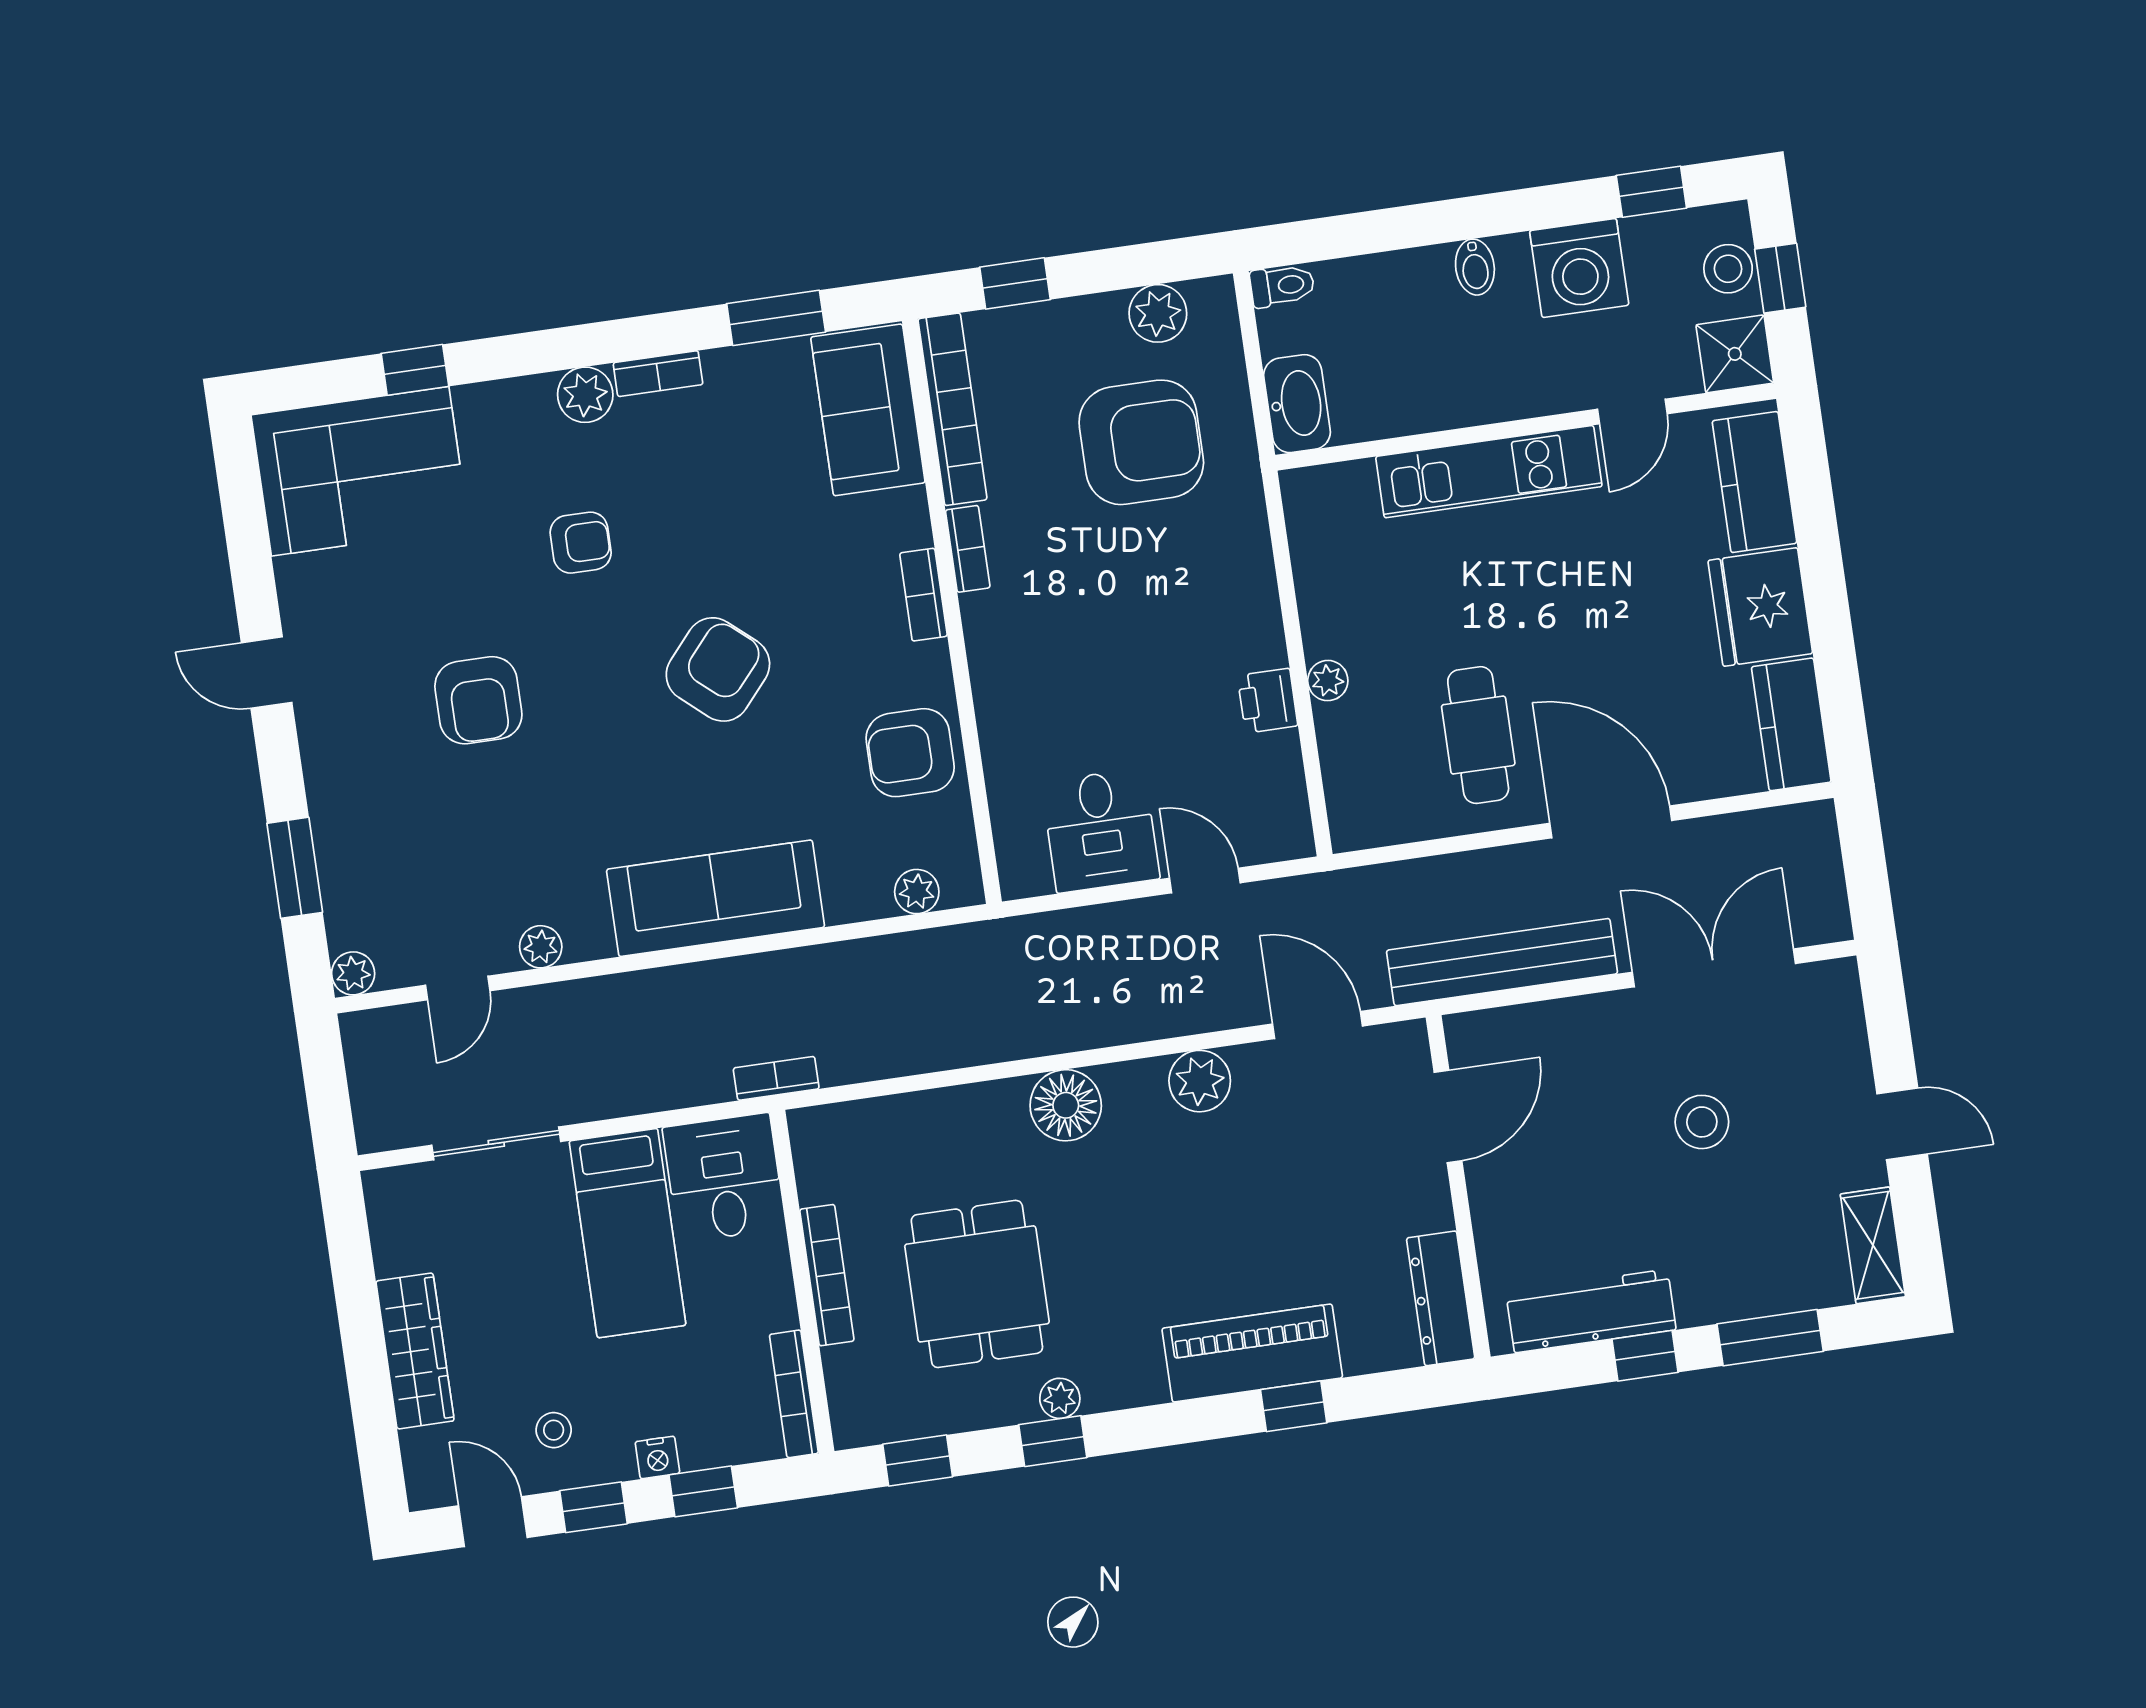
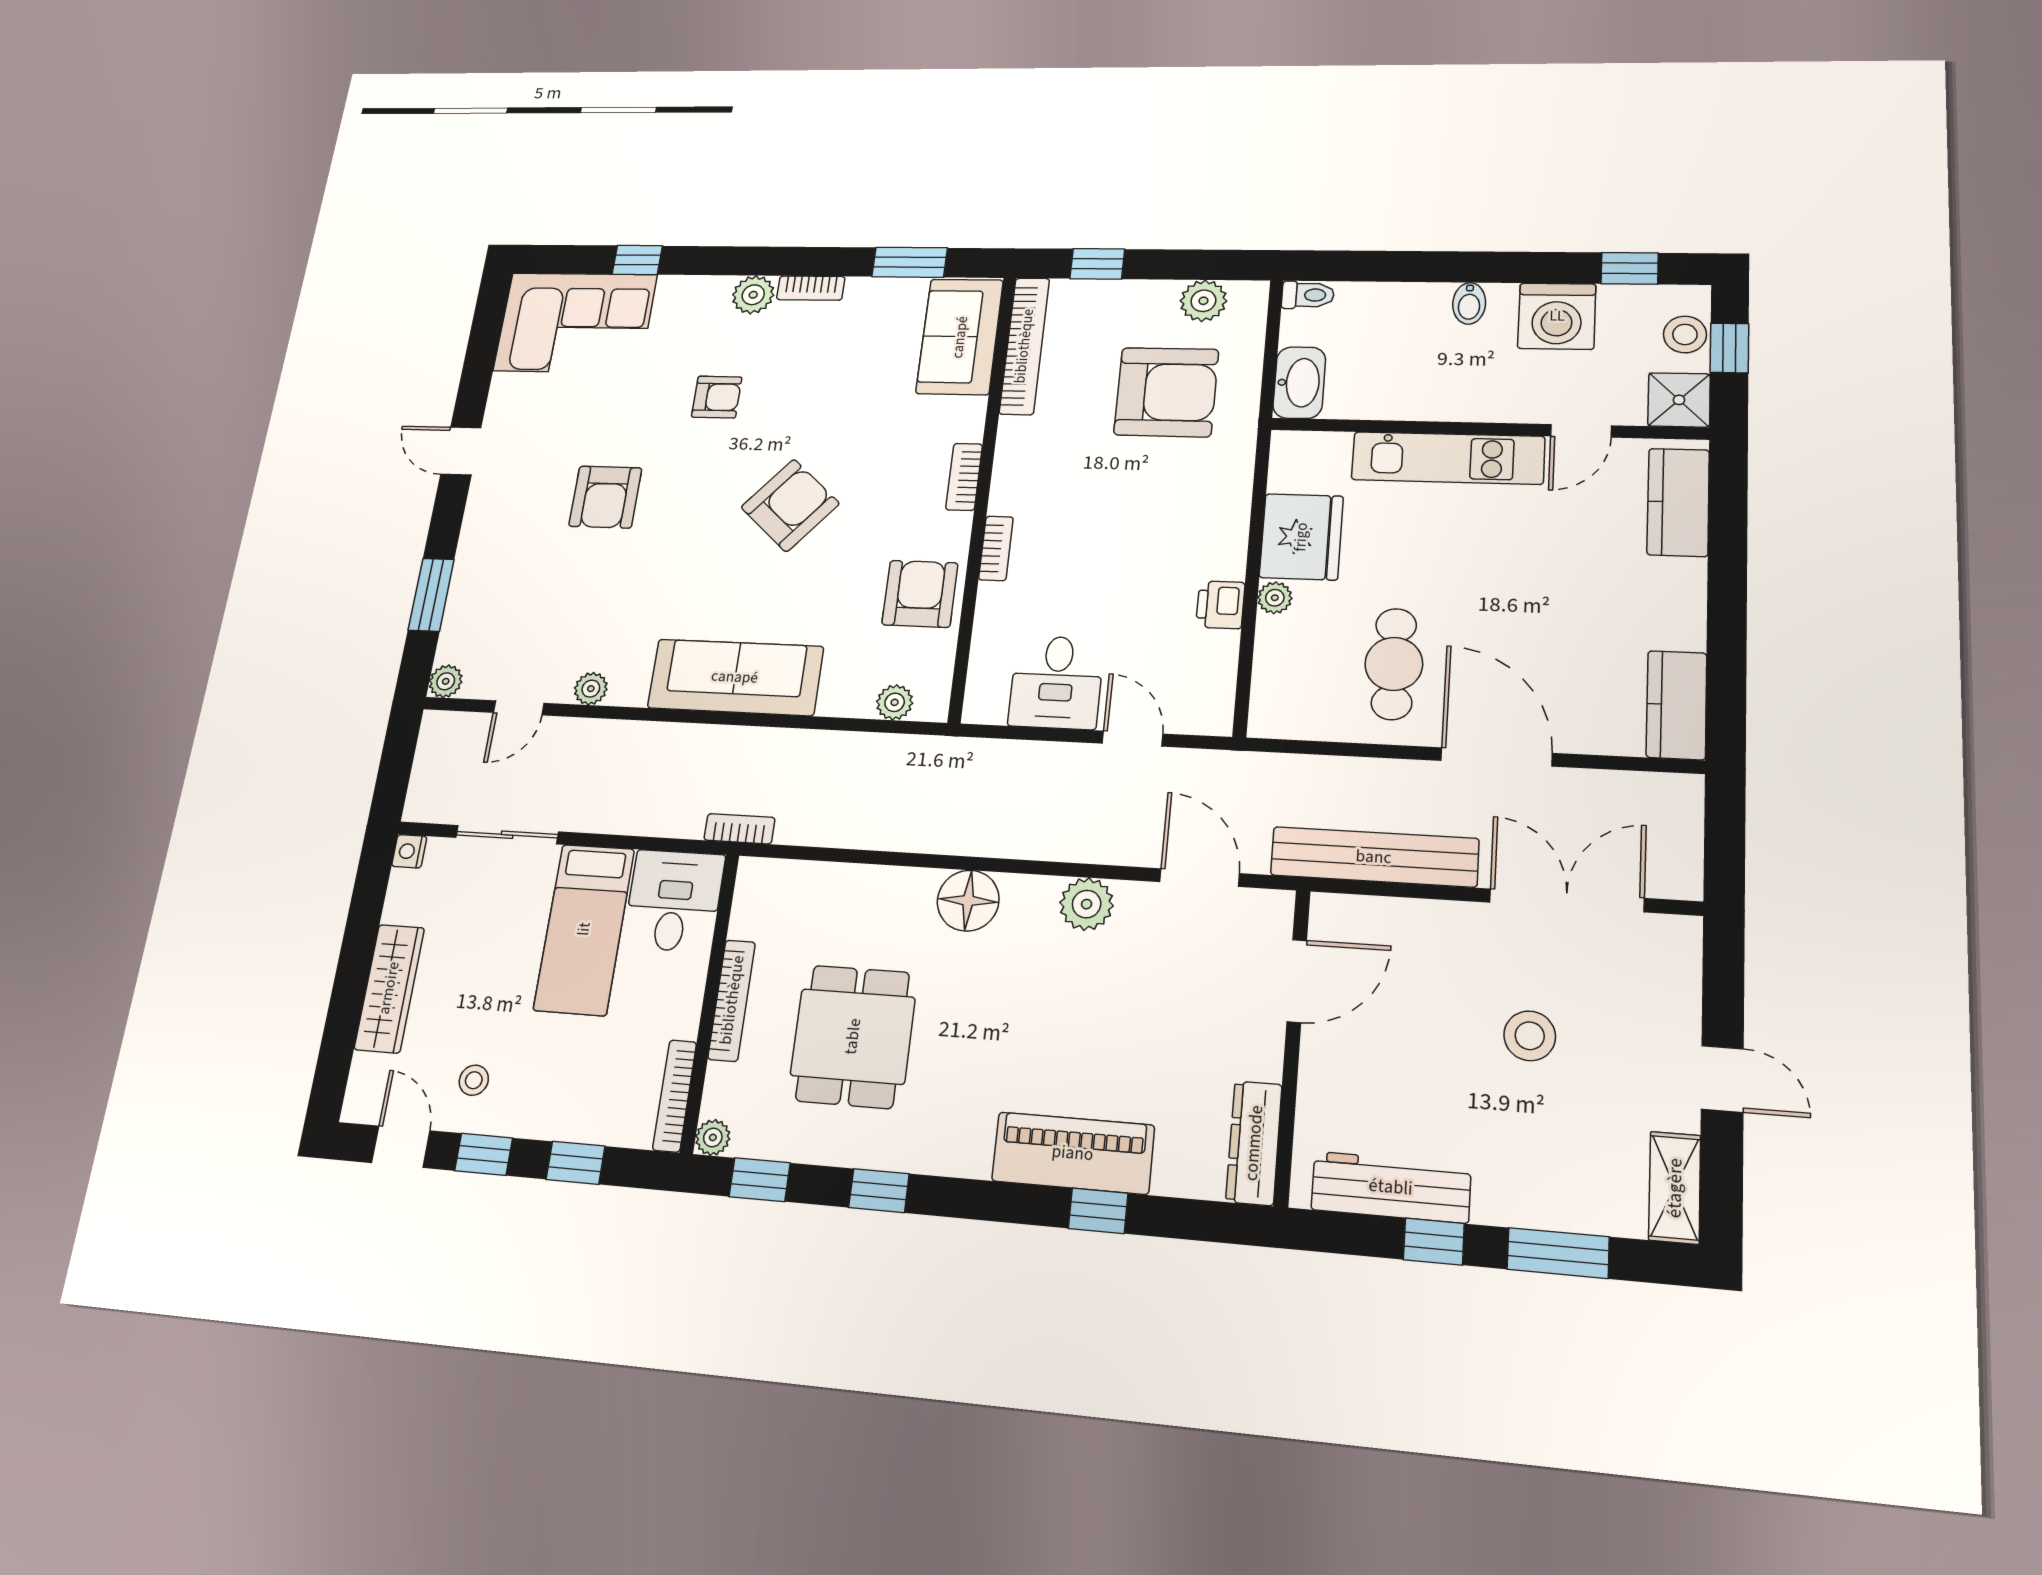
bookcase: (968, 549) -> (996, 548), moved
fridge: (1760, 607) -> (1301, 537), moved, turned 180
armchair: (910, 753) -> (920, 594), turned 90
plant: (1060, 1398) -> (713, 1137), moved
nightstand: (657, 1457) -> (409, 851), moved, turned 90

